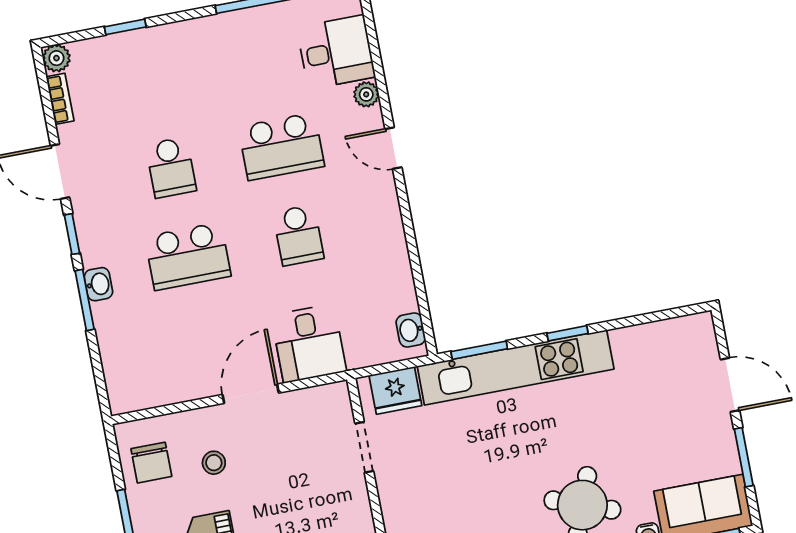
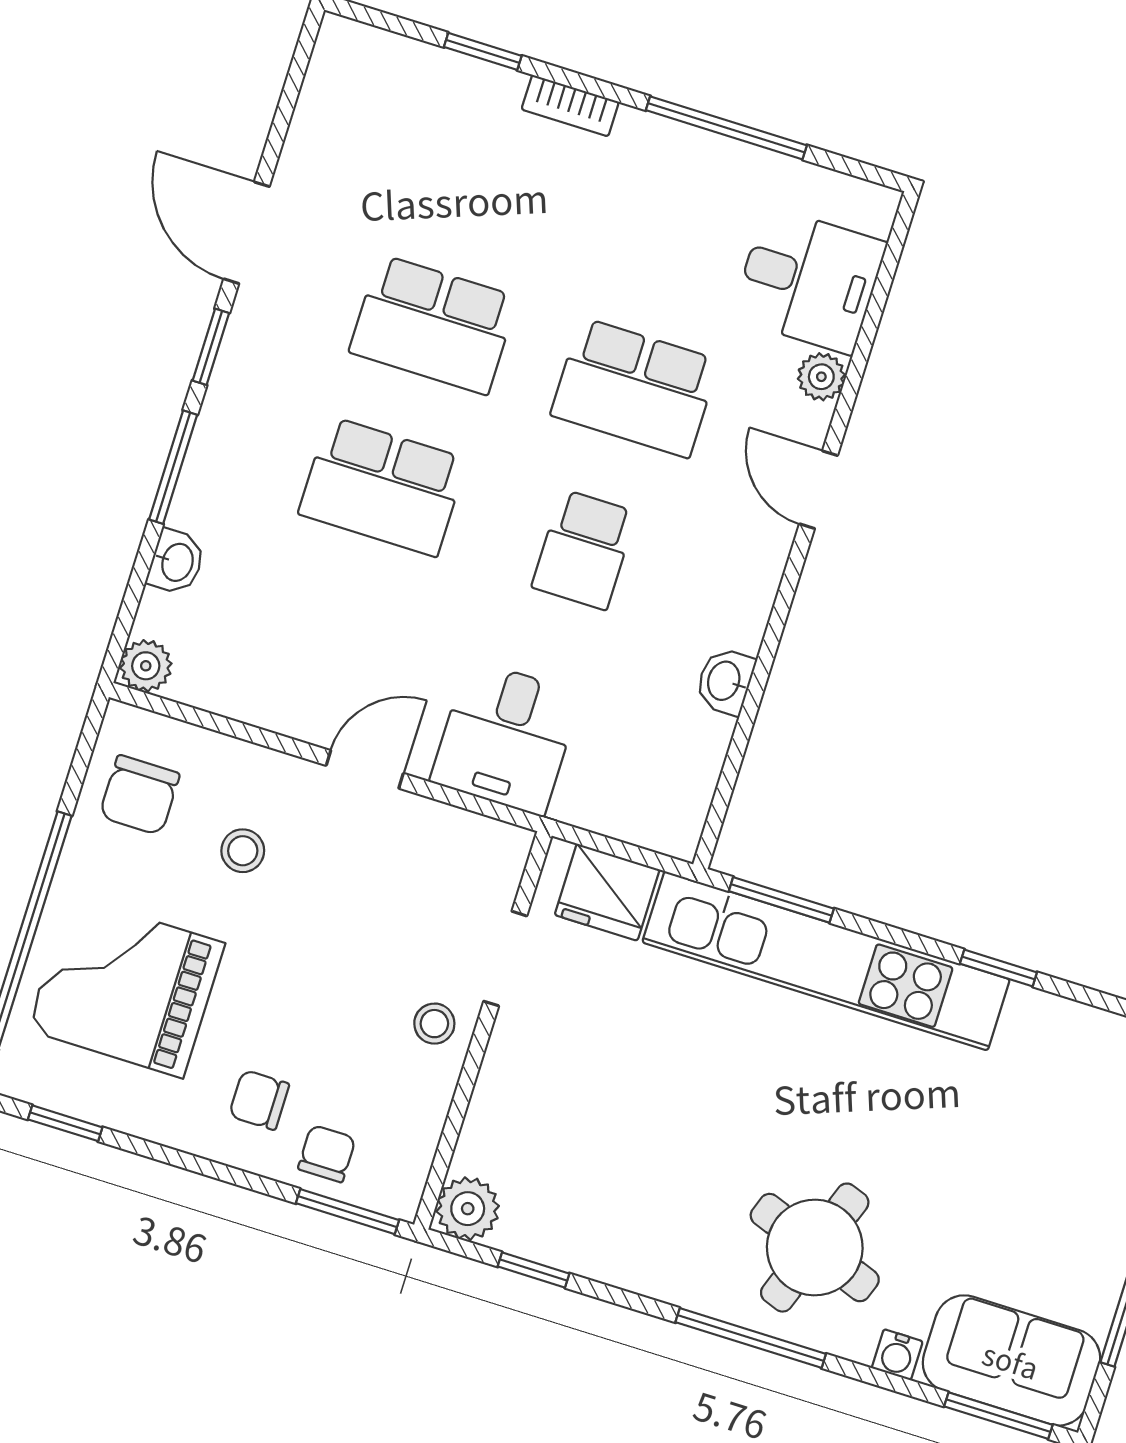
plant: (56, 58) -> (146, 666), moved
bookcase: (60, 99) -> (570, 106), moved, turned 90
school desk: (171, 168) -> (433, 325), width x1.85
washbasin: (98, 284) -> (176, 562), moved
washbasin: (411, 330) -> (725, 681), moved
window: (568, 333) -> (998, 968), moved
door: (251, 394) -> (365, 769), width x0.73
stool: (347, 496) -> (434, 1024), added

